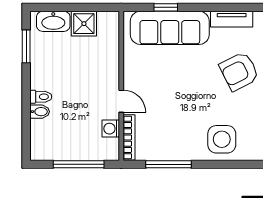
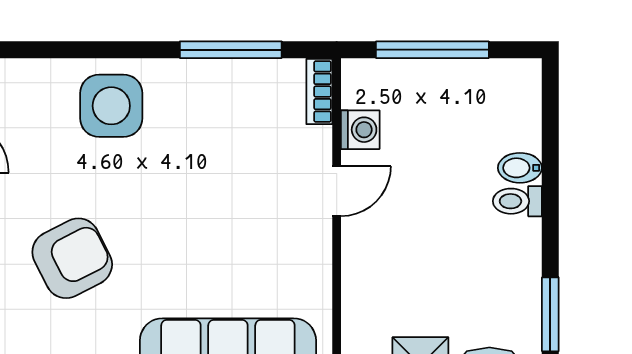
door: (121, 101) -> (337, 191), swing flipped
bookcase: (129, 137) -> (319, 92), width x0.64

